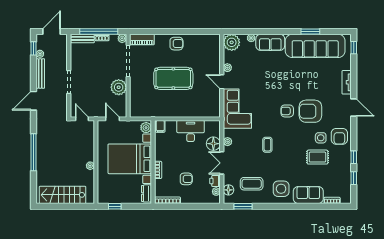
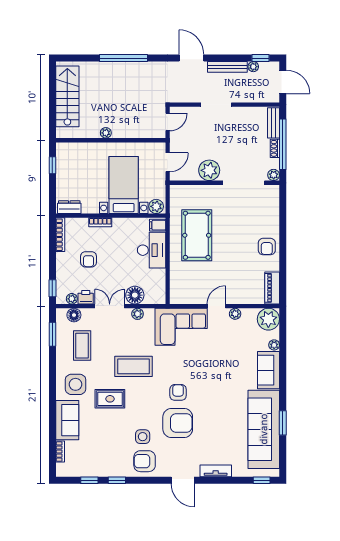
piano: (142, 39) -> (272, 288), moved
pool table: (173, 78) -> (197, 235), moved
door: (354, 107) -> (183, 480), hinge flipped
armchair: (310, 111) -> (178, 423), turned 90
desk: (191, 131) -> (152, 250), moved
coffee table: (267, 145) -> (134, 366), width x1.86, depth x1.72
rug: (317, 157) -> (110, 399), moved, turned 90
bed with nightstands: (130, 159) -> (124, 185), width x0.73
window: (208, 206) -> (52, 288), added

